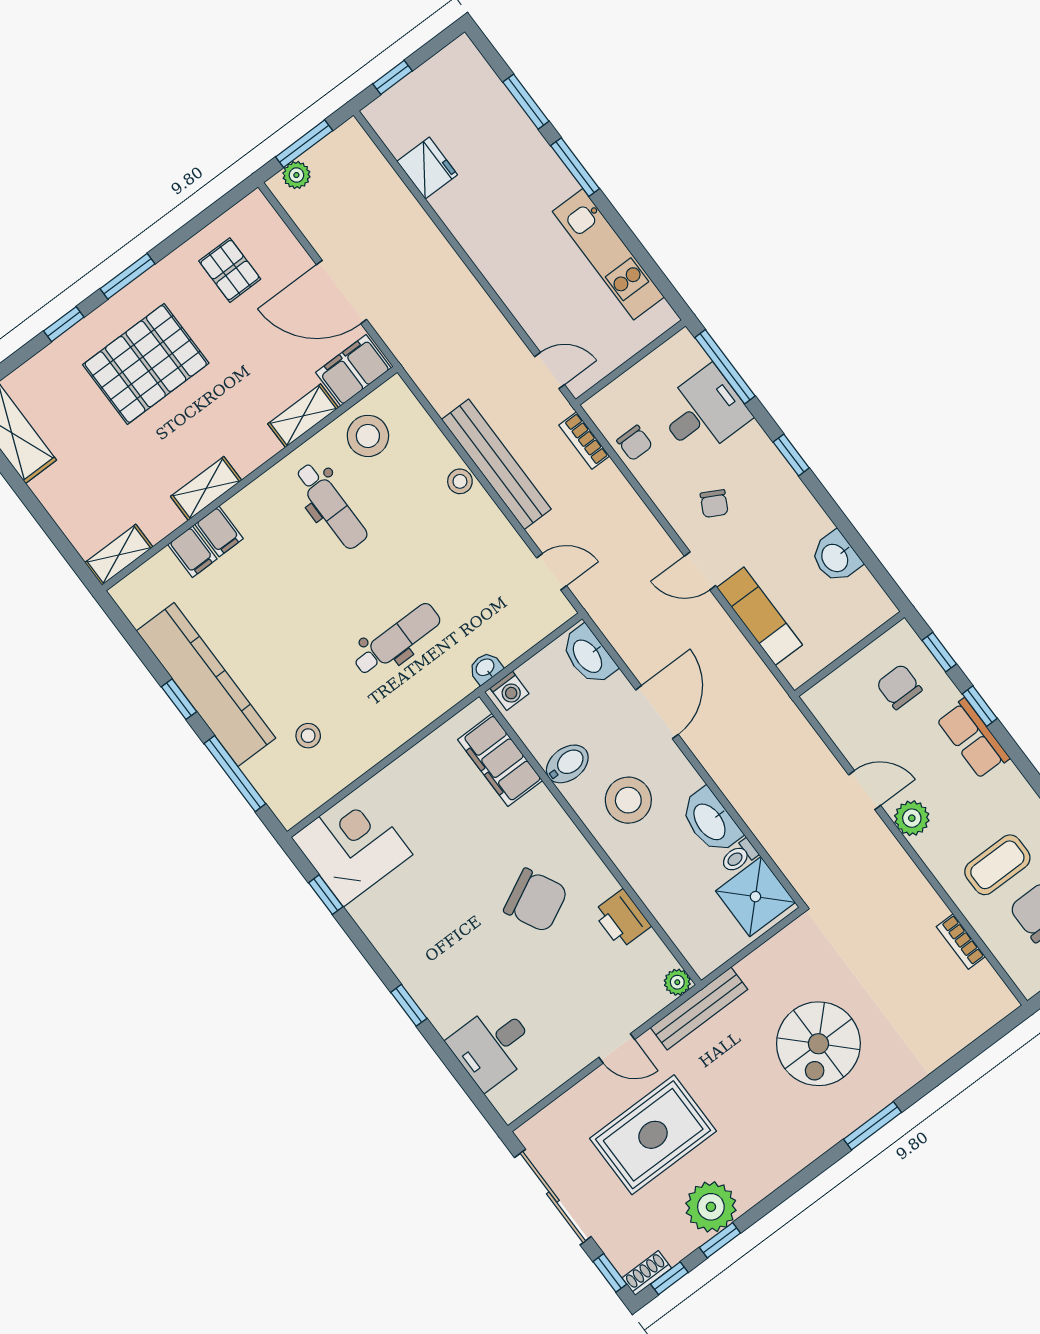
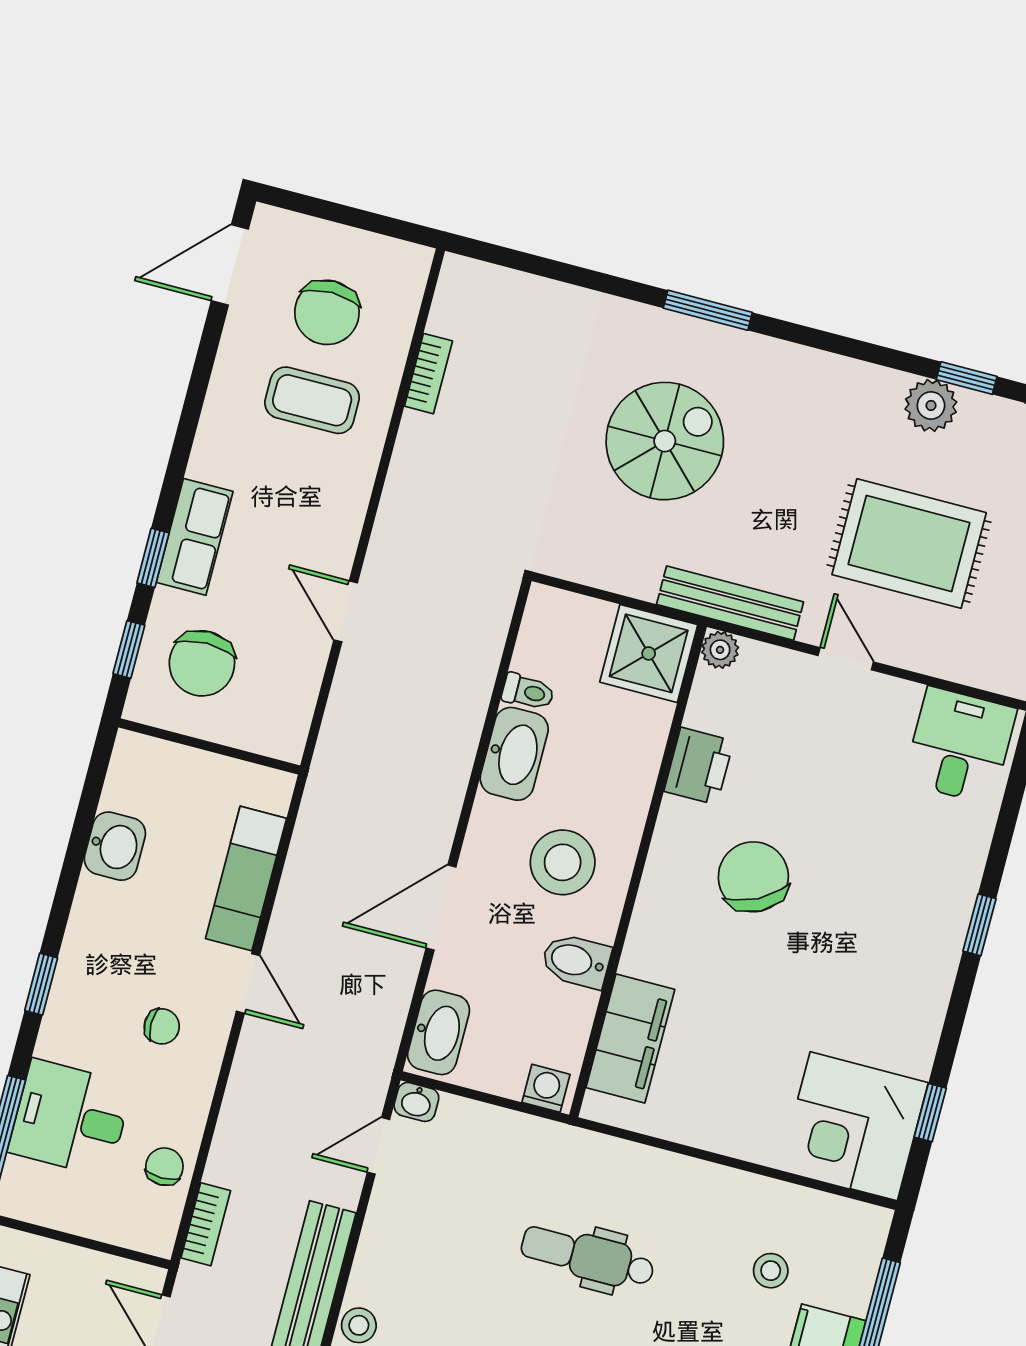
chair: (714, 504) -> (162, 1026), turned 62
door: (552, 572) -> (378, 1146), hinge flipped
washbasin: (485, 668) -> (416, 1102), moved
chair: (899, 687) -> (202, 663), width x1.37, depth x1.37
plant: (912, 818) -> (335, 535), removed
shower: (755, 897) -> (649, 653), moved
desk: (493, 1046) -> (960, 746), moved, turned -90
plant: (711, 1207) -> (931, 405), width x0.73, depth x0.73

